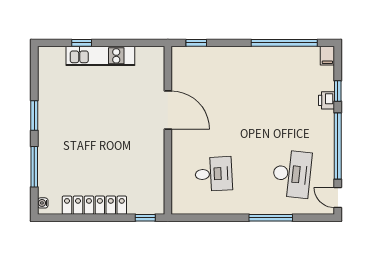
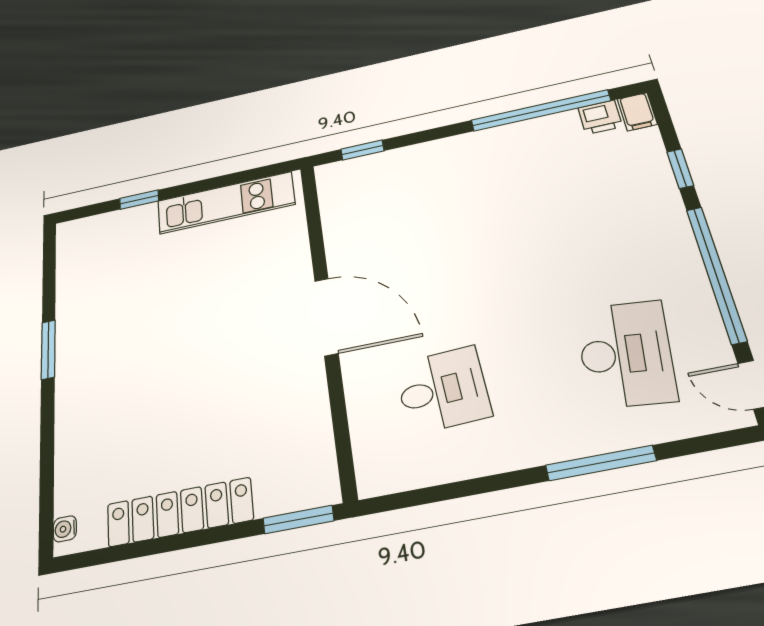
kitchen unit: (100, 56) -> (226, 203), moved
printer: (326, 100) -> (600, 117), moved, turned -90
door: (168, 110) -> (326, 317), moved
window: (34, 167) -> (47, 453), removed
window: (145, 218) -> (298, 519), width x1.50

